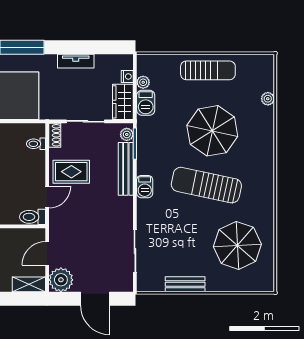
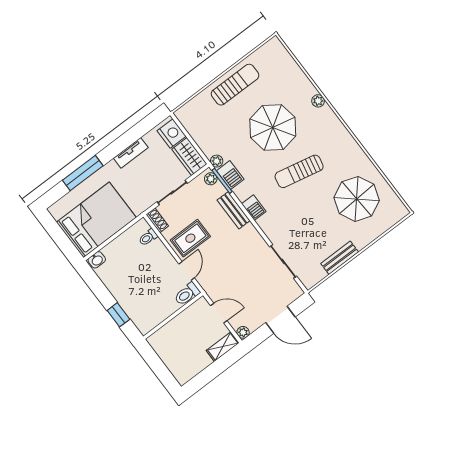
nightstand: (127, 76) -> (172, 134), width x1.89, depth x1.79
plant: (143, 82) -> (217, 161), moved
plant: (268, 99) -> (318, 101), moved
barbecue: (146, 103) -> (230, 175), moved
bench: (126, 169) -> (234, 210), width x0.73
sun lounger: (206, 185) -> (299, 171), width x0.73, depth x0.75
door: (47, 253) -> (219, 313), swing flipped
plant: (61, 280) -> (243, 332), width x0.53, depth x0.53

